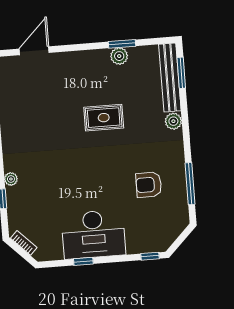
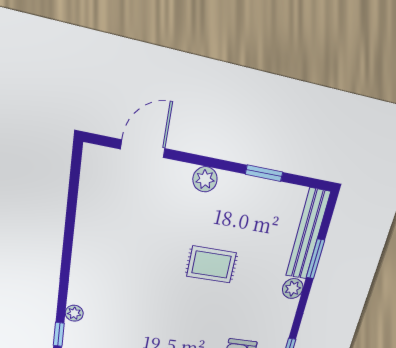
plant: (119, 56) -> (205, 179), moved
window: (181, 73) -> (315, 259), moved

